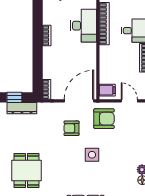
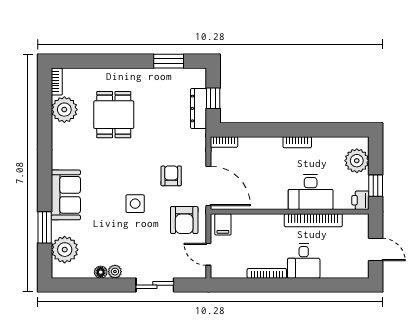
door: (129, 101) -> (208, 254), swing flipped
dining table: (26, 170) -> (114, 115), turned 90

